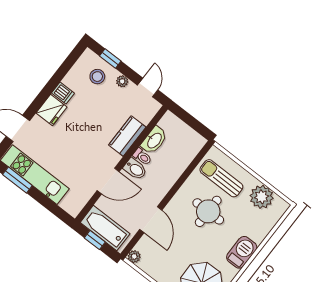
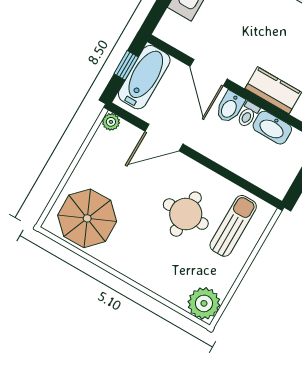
plant: (262, 197) -> (204, 303), moved
barbecue: (242, 252) -> (136, 267), removed

